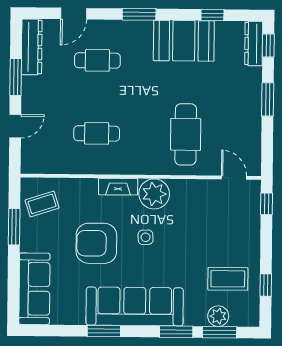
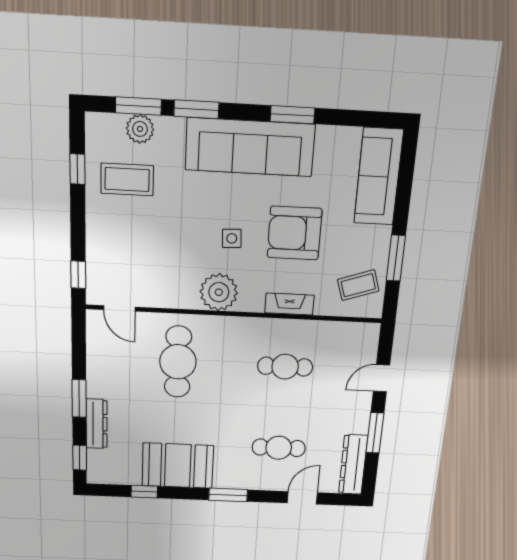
dresser: (254, 44) -> (97, 424), moved
fireplace: (118, 187) -> (289, 304), moved
armchair: (96, 243) -> (294, 233), turned 180

